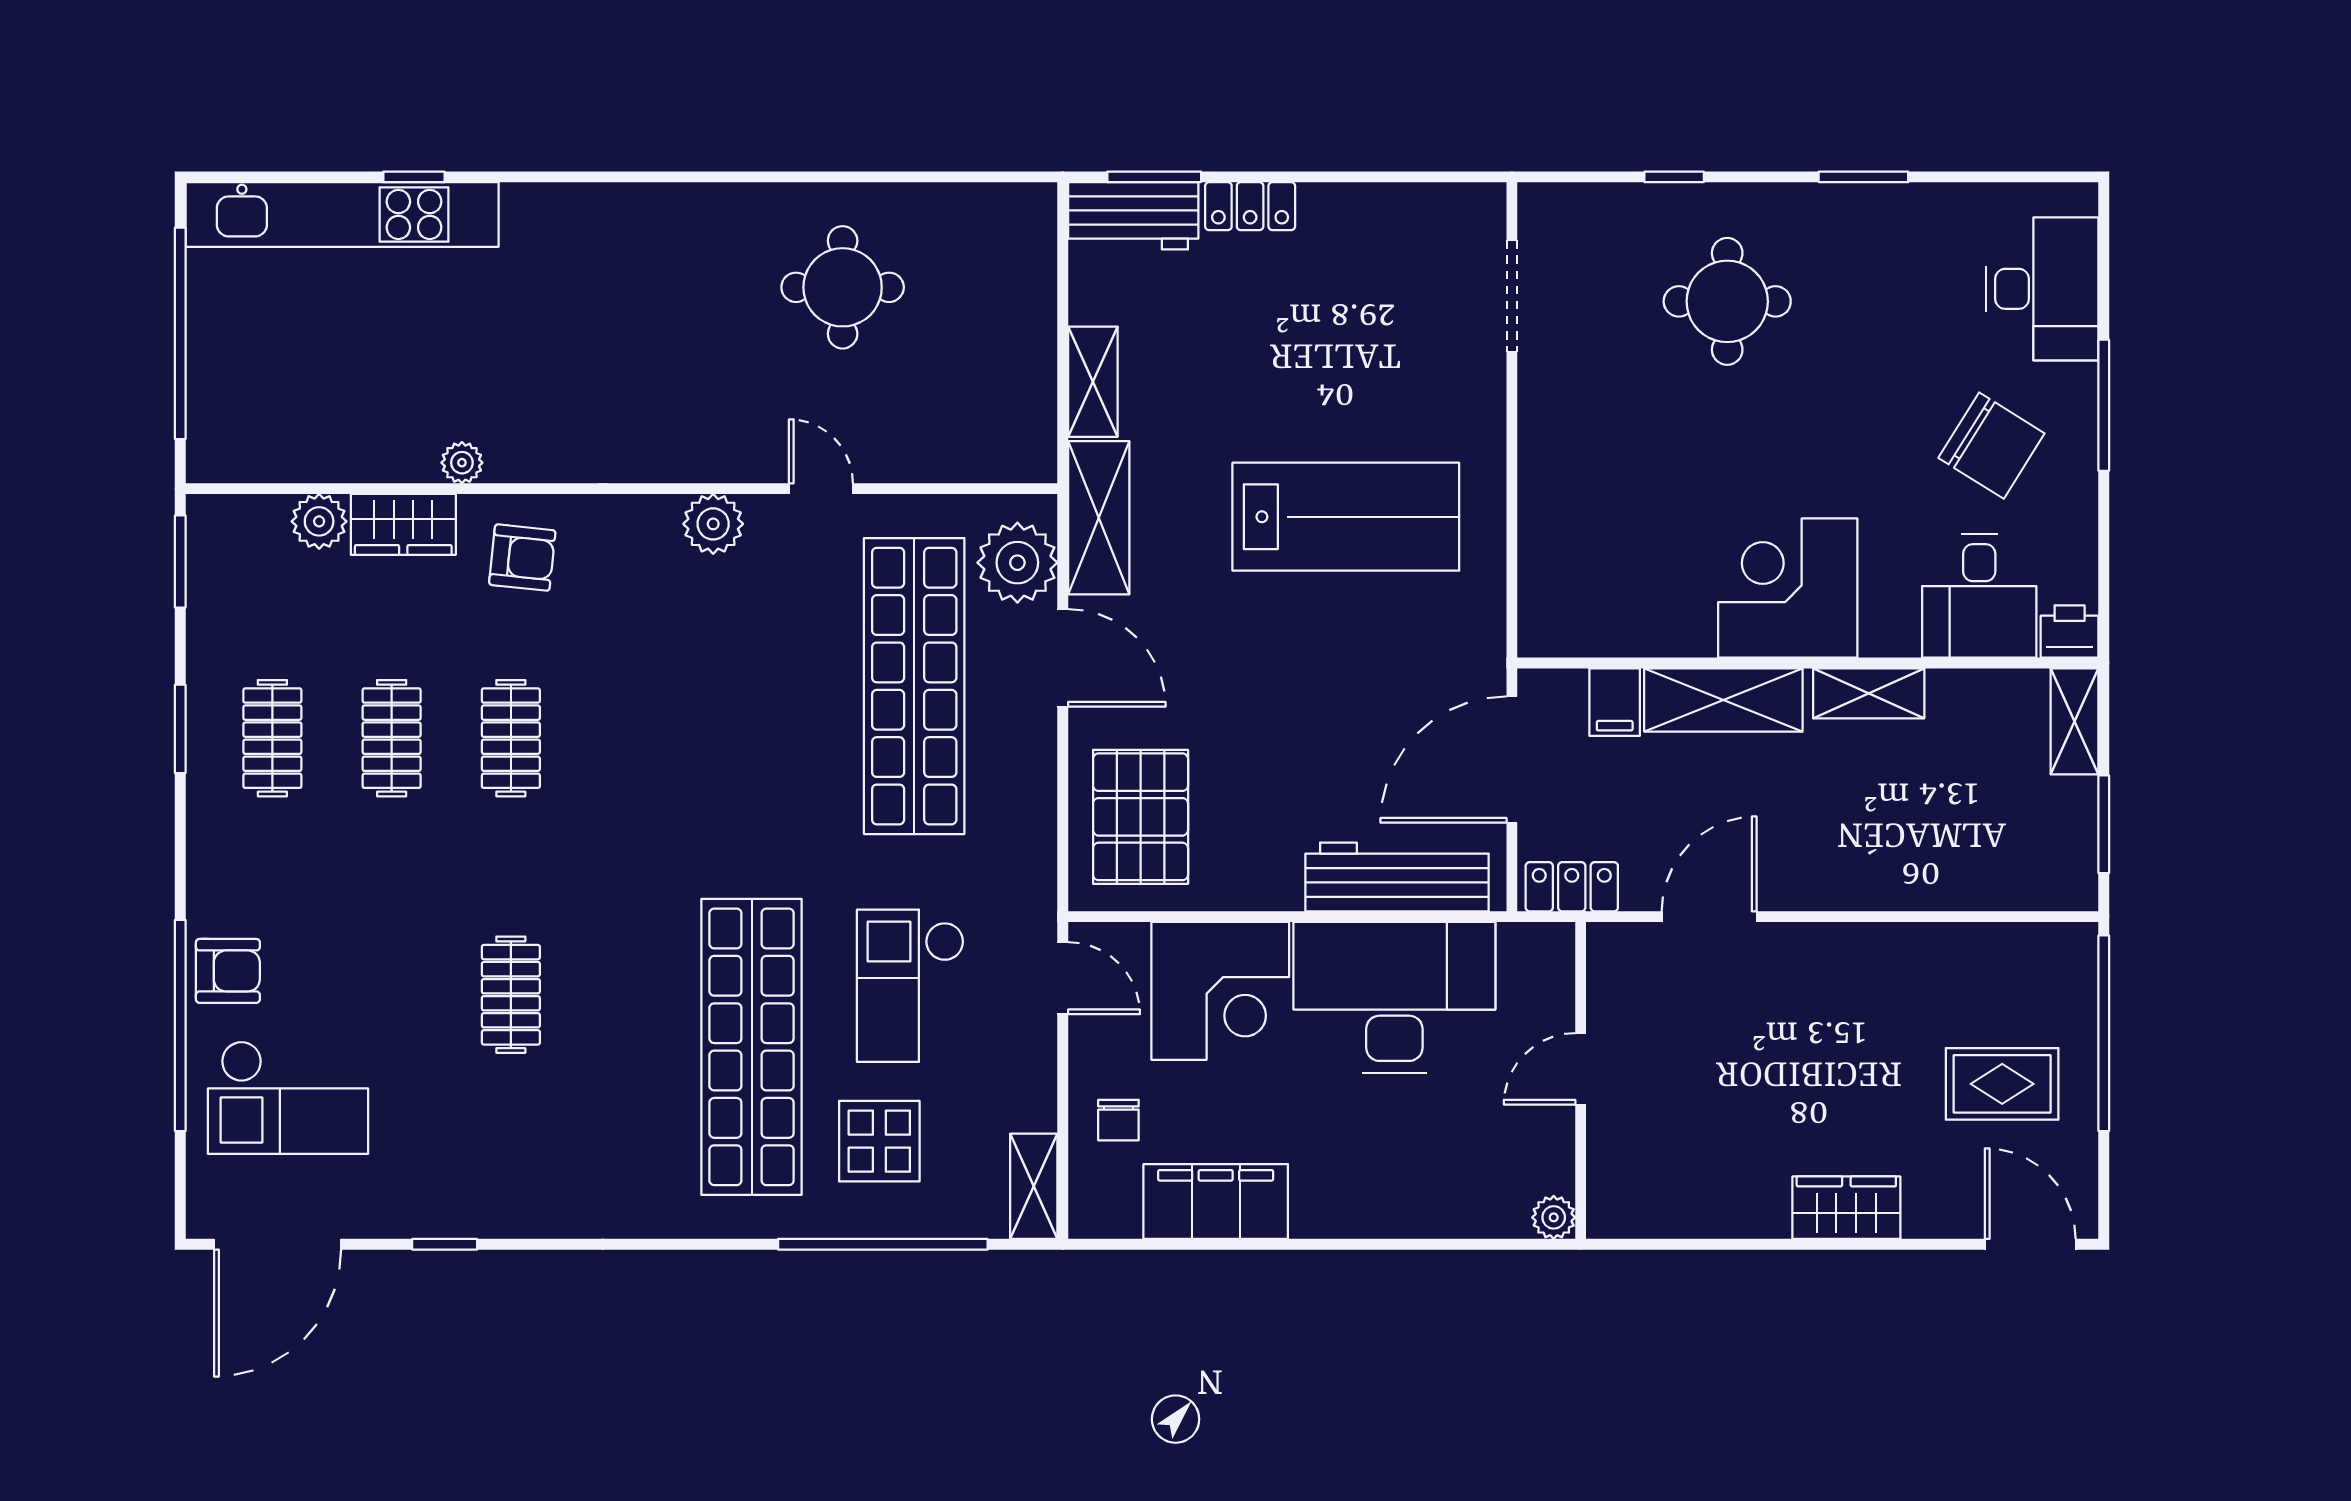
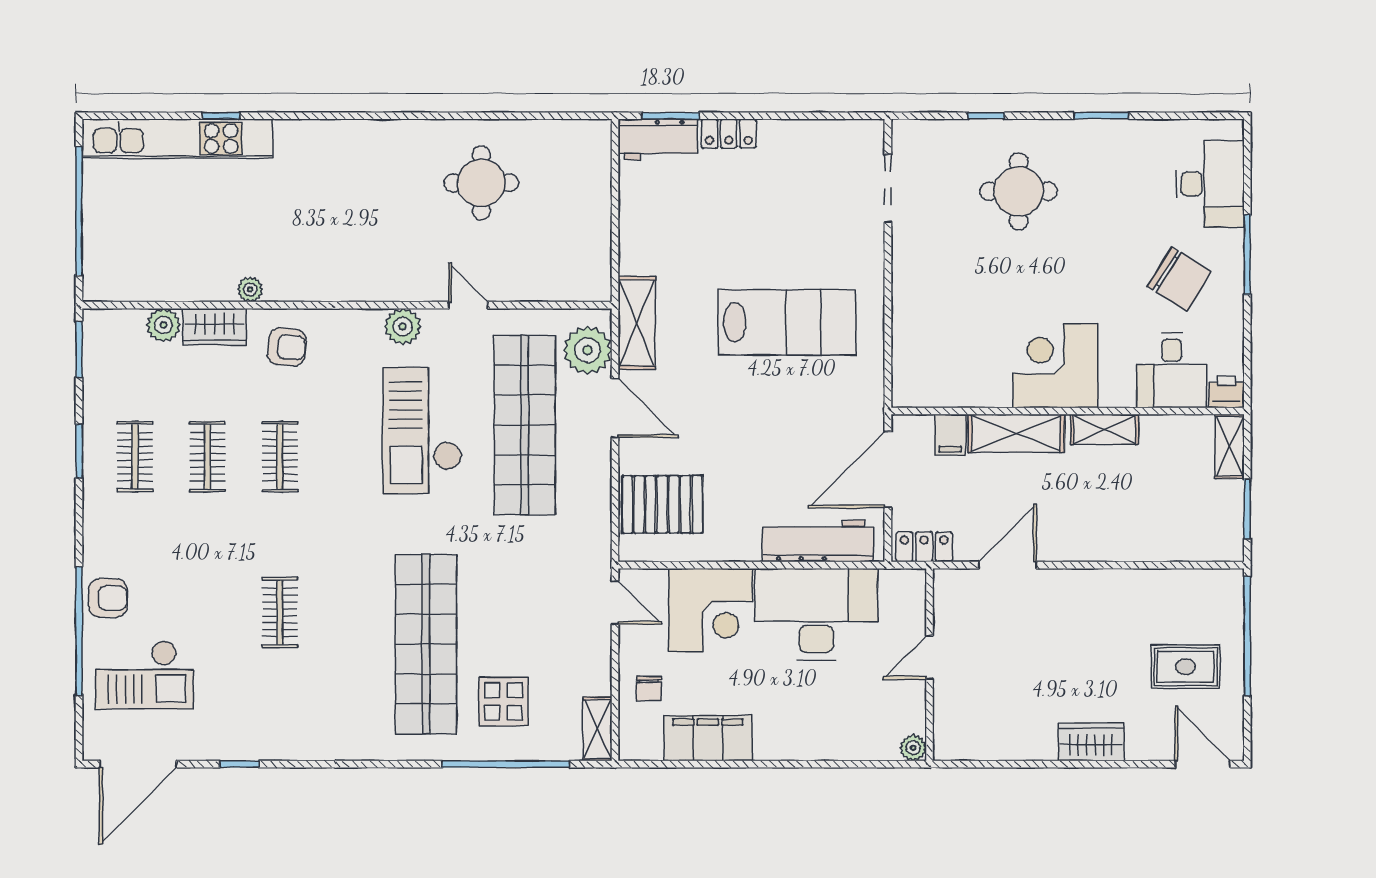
shelving: (1093, 382) -> (633, 240), removed
pallet: (1141, 817) -> (662, 504), turned 90
checkout: (910, 986) -> (422, 431), moved, width x1.36, depth x1.21

